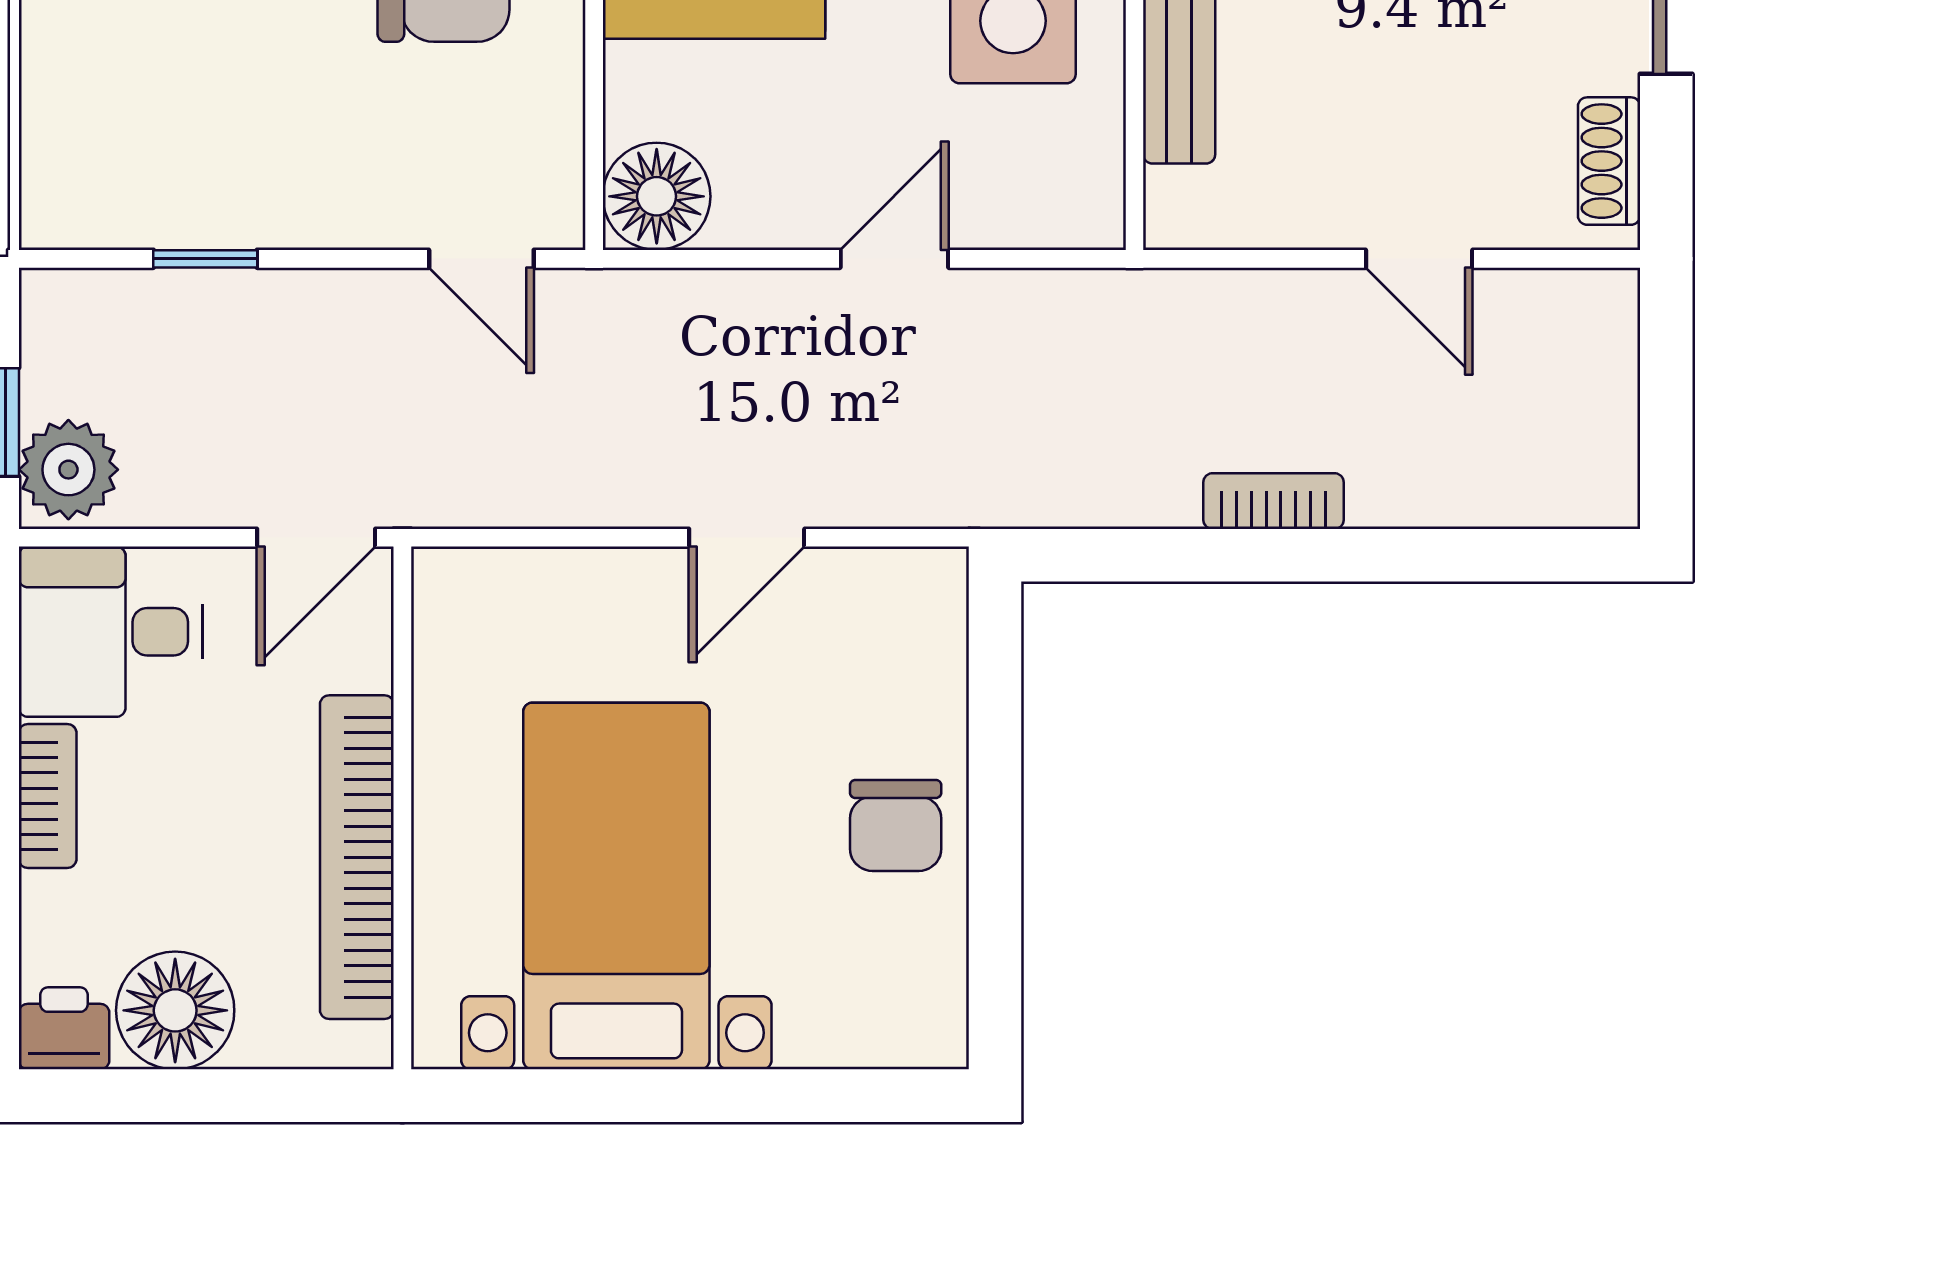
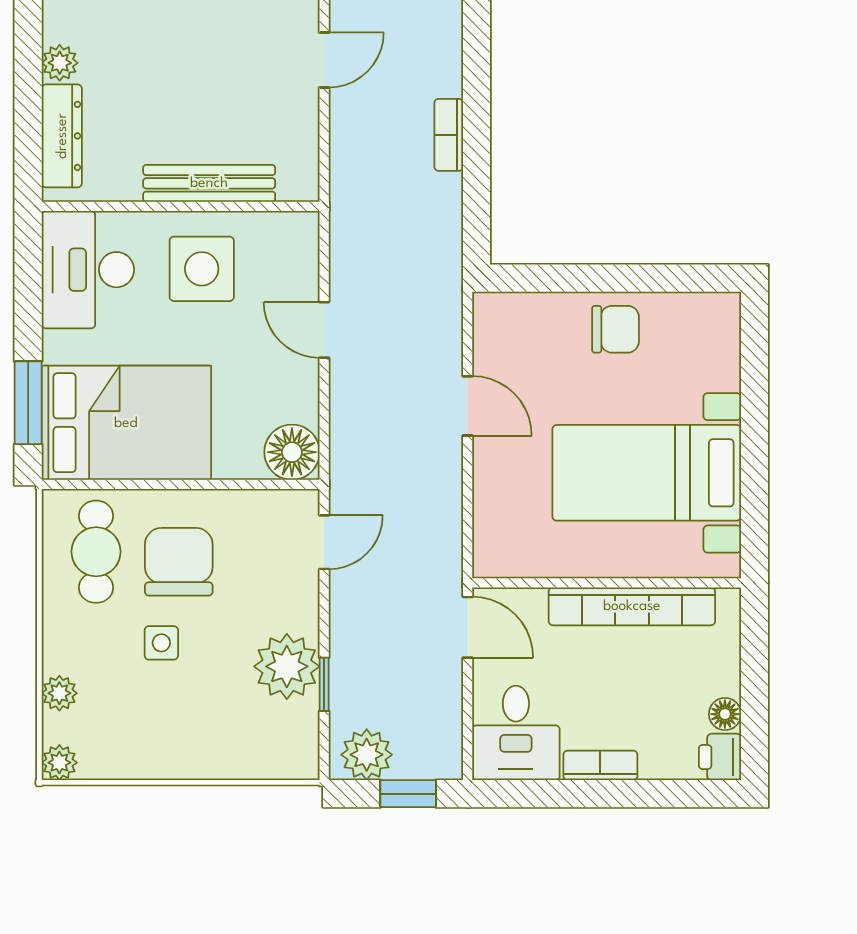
plant: (240, 186) -> (287, 666), added
plant: (68, 470) -> (367, 755), moved
floor lamp: (175, 1010) -> (725, 714), width x0.53, depth x0.53

